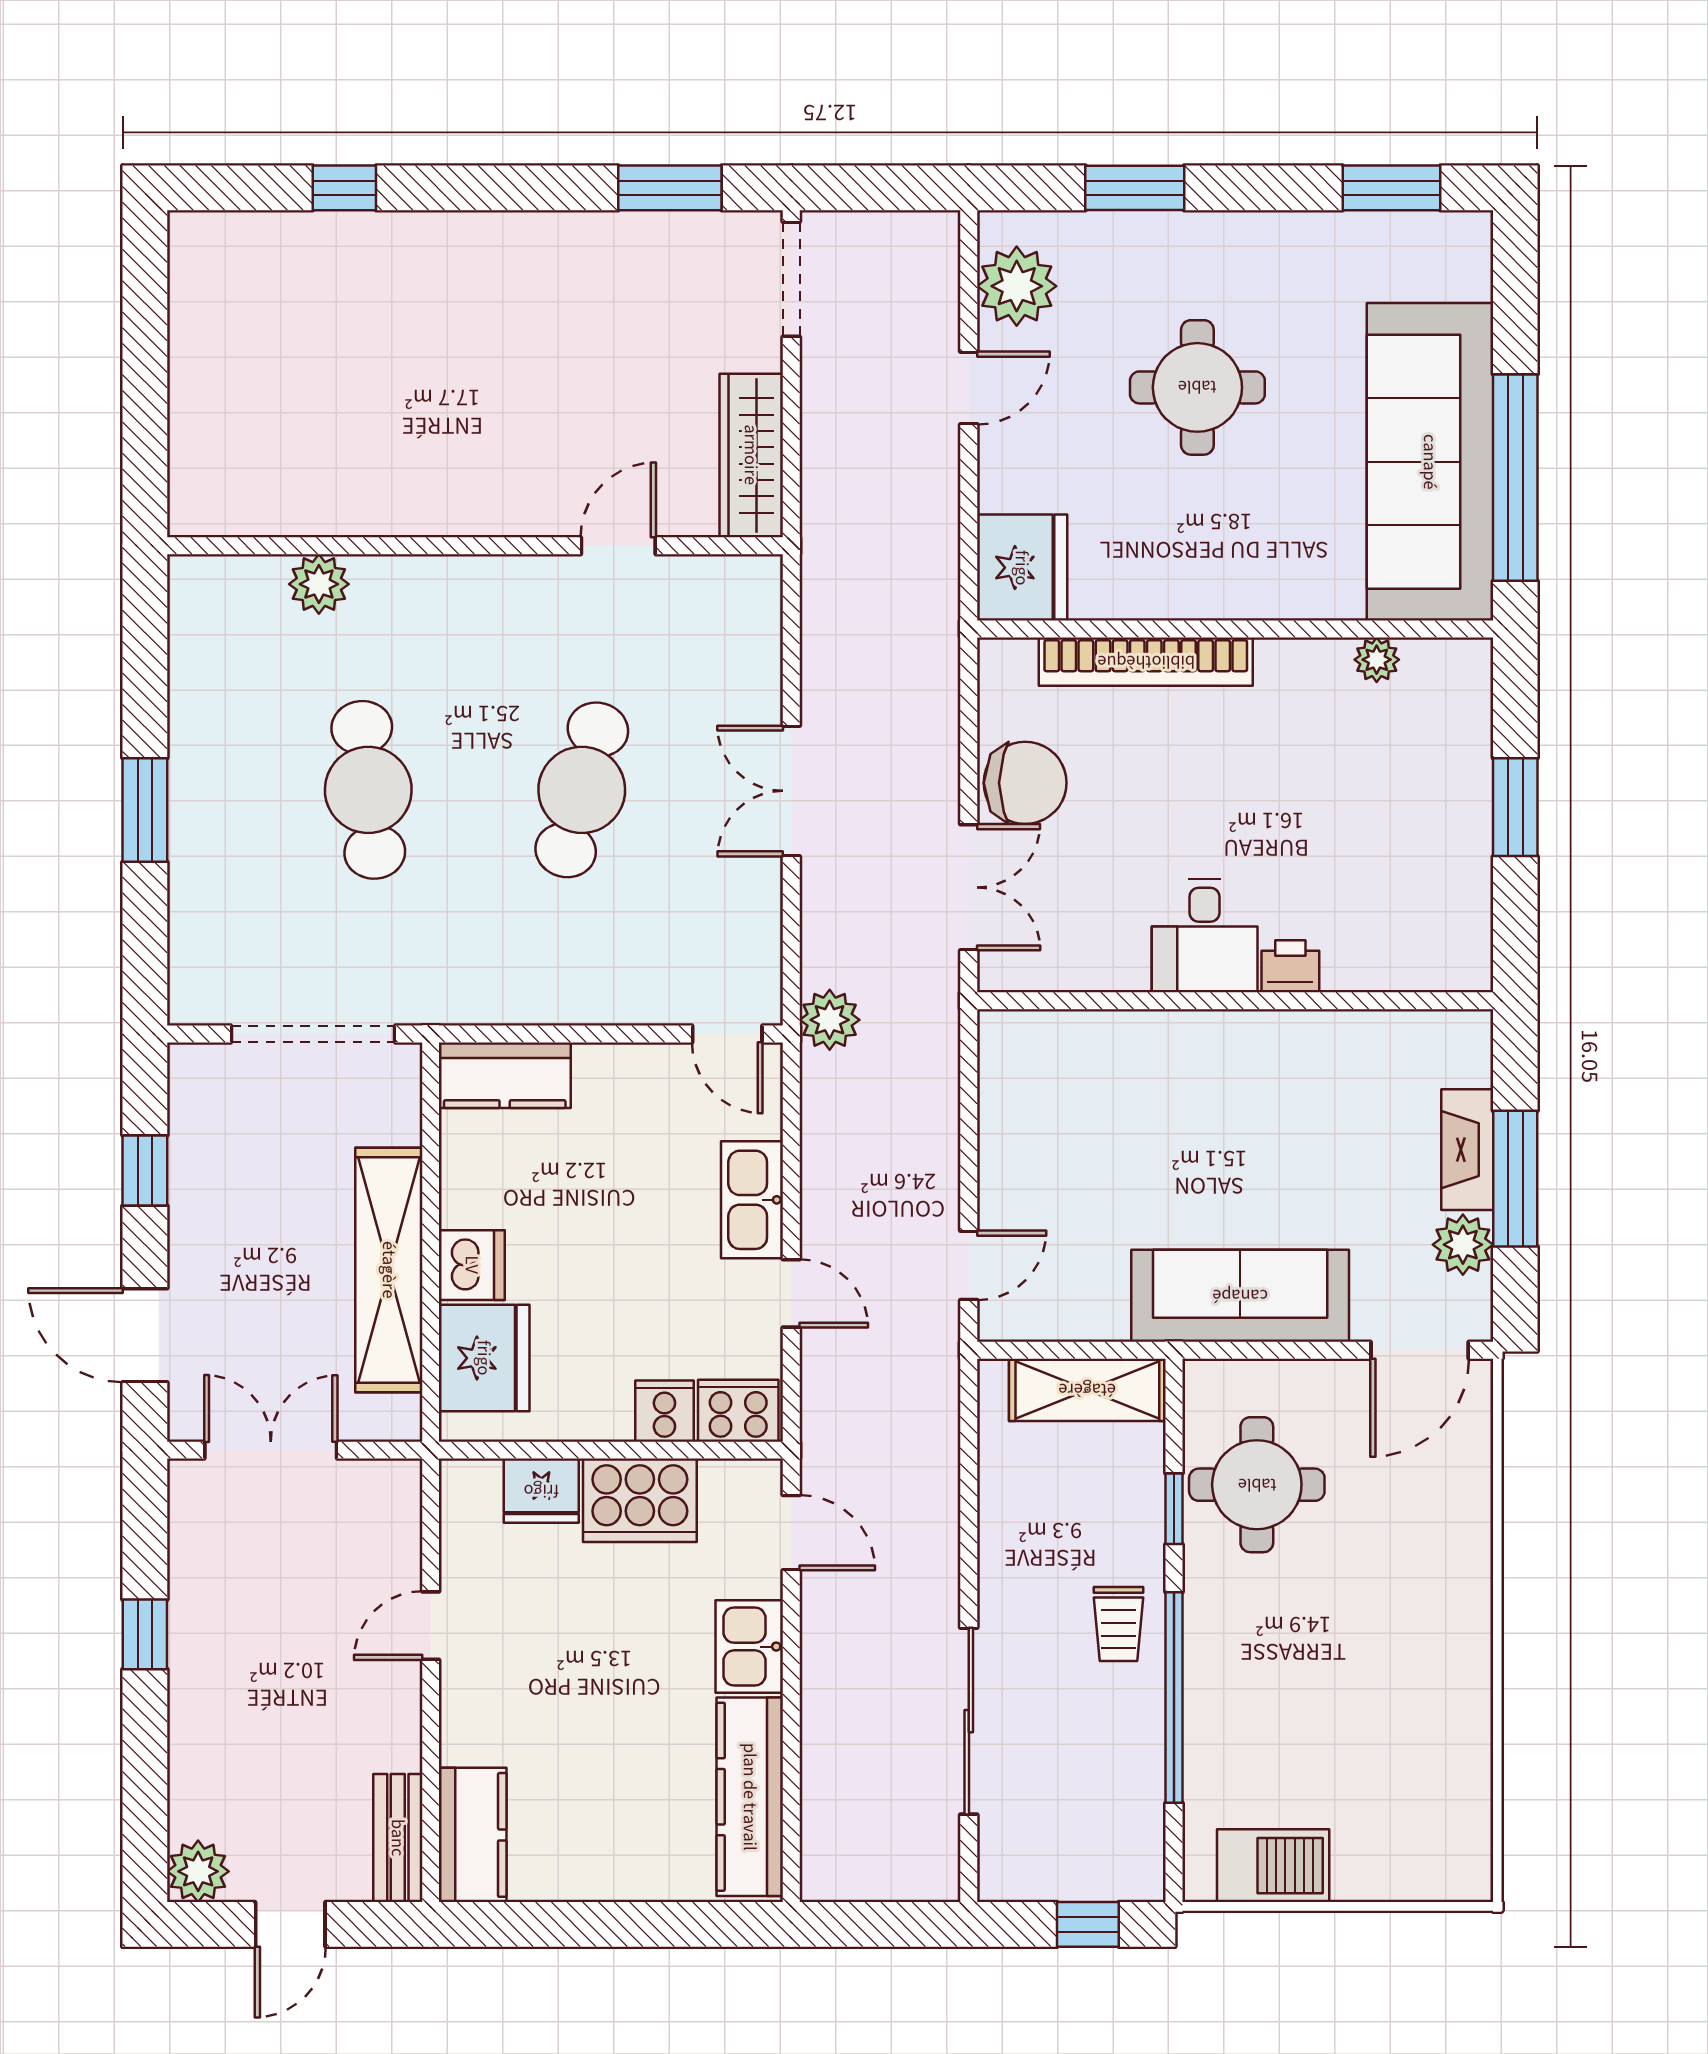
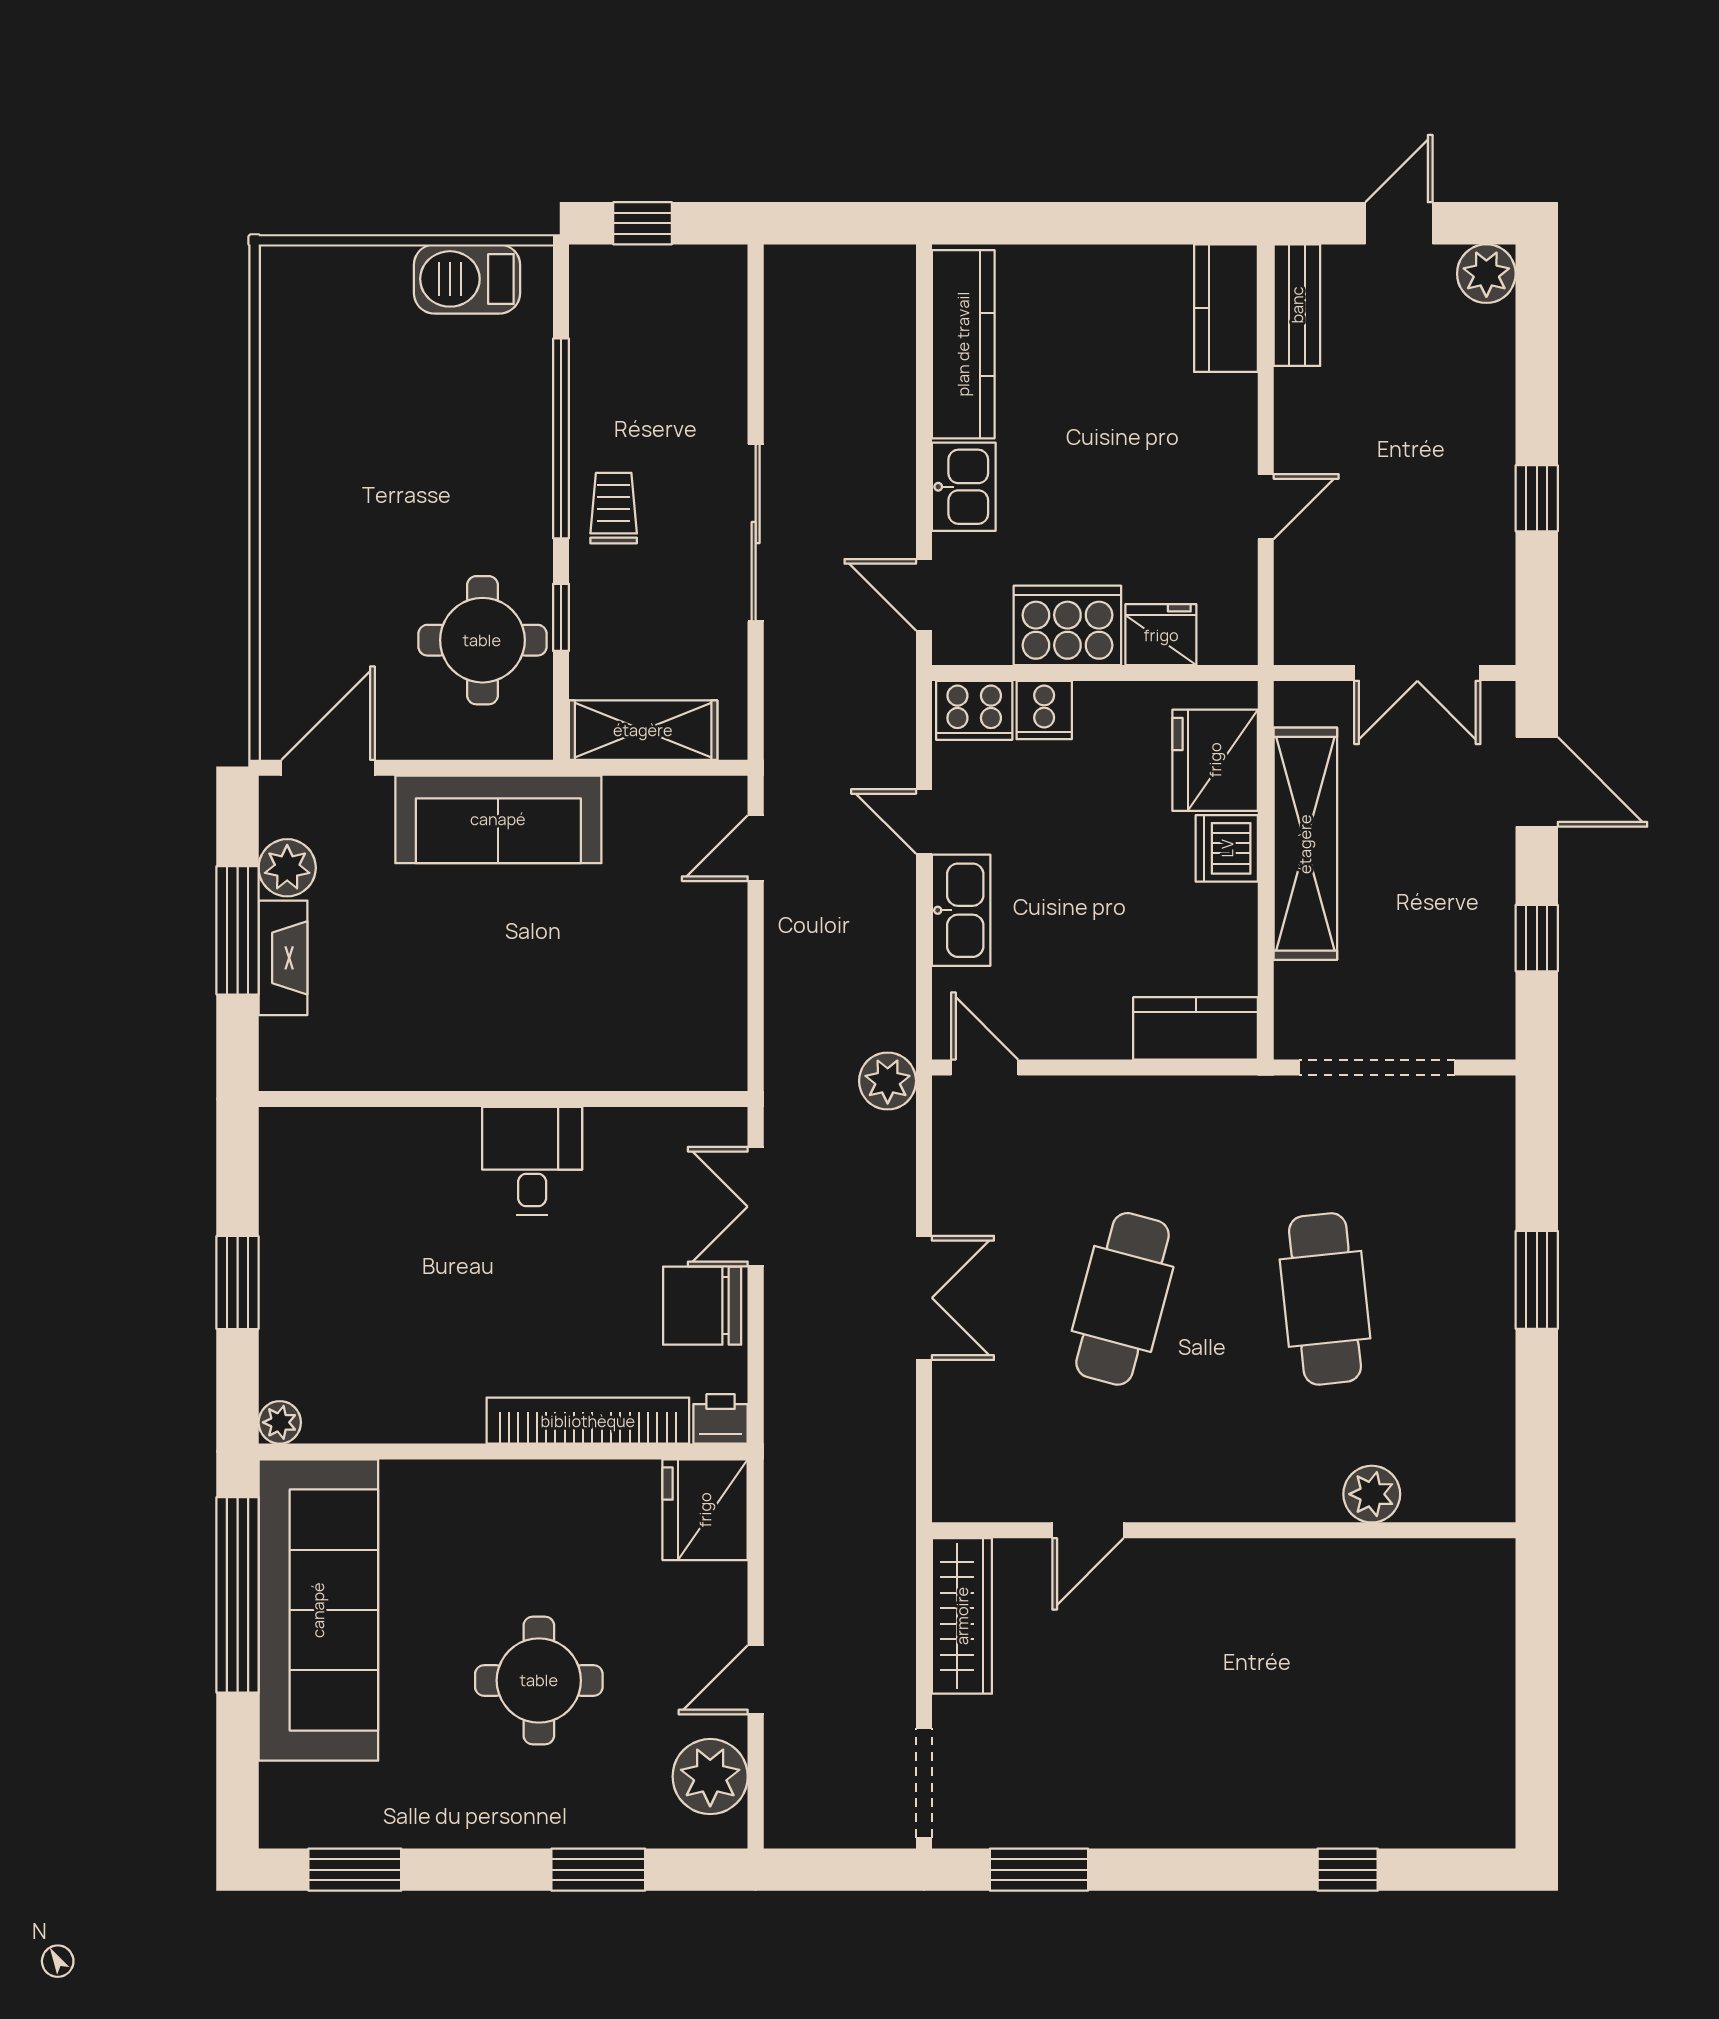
plant: (1377, 660) -> (280, 1422), moved
printer: (1290, 966) -> (721, 1419), moved, turned 180
sliding door: (969, 1721) -> (756, 533), moved

